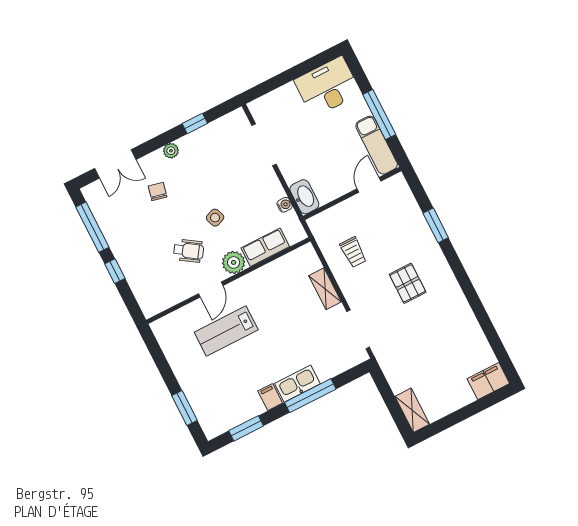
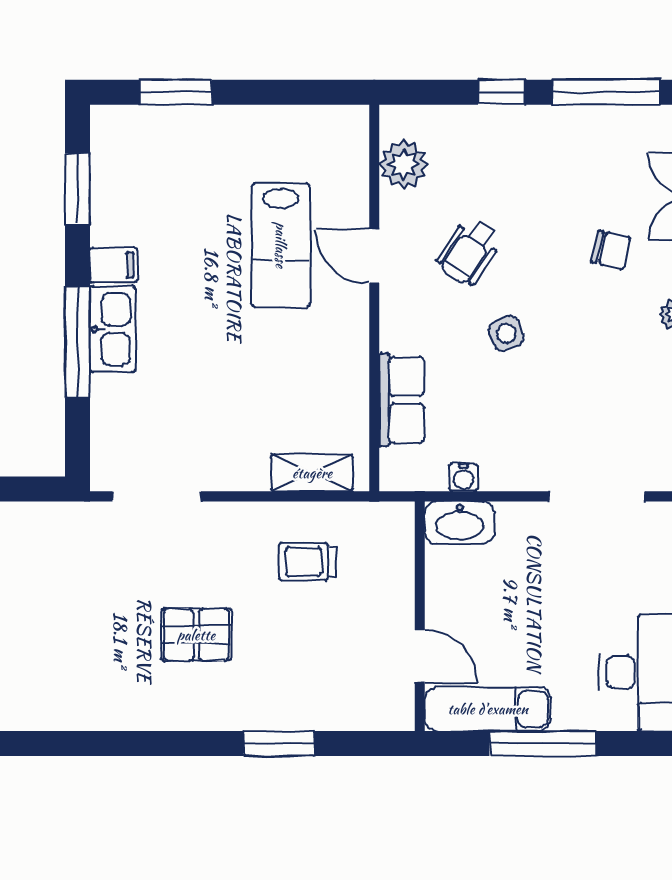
plant: (234, 262) -> (404, 164), moved
shelving: (325, 289) -> (312, 473), moved
lab bench: (226, 331) -> (281, 245), turned 180

